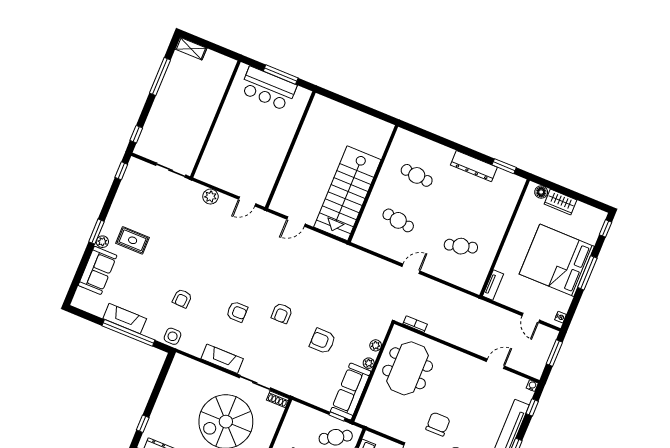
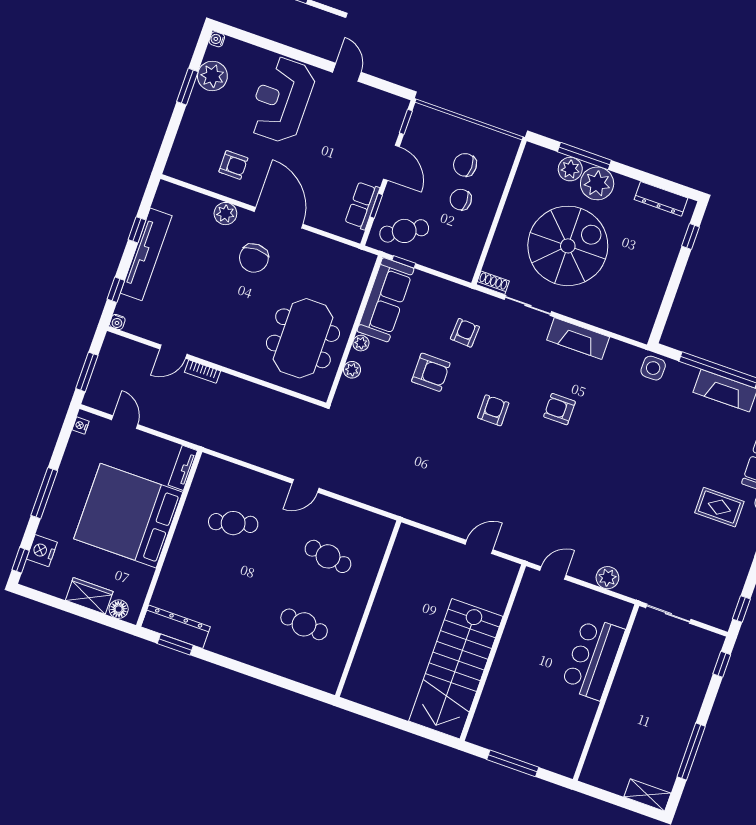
bar counter: (268, 89) -> (593, 658), moved, turned -90
dresser: (474, 166) -> (176, 627), moved
stairs: (347, 193) -> (456, 669), moved, turned 180
nightstand: (591, 234) -> (42, 551), added
bed: (557, 260) -> (128, 516), moved, turned 180
armchair: (182, 298) -> (465, 333), moved
bookcase: (415, 324) -> (202, 372), moved

